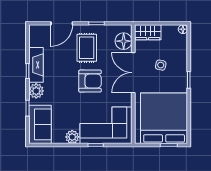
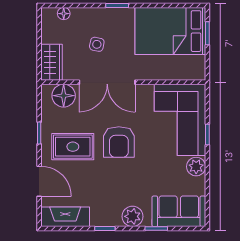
floor lamp: (183, 29) -> (64, 14), moved
fireplace: (36, 65) -> (65, 217), moved
armchair: (90, 81) -> (119, 142), turned 180
bed: (164, 118) -> (170, 31), width x0.73

